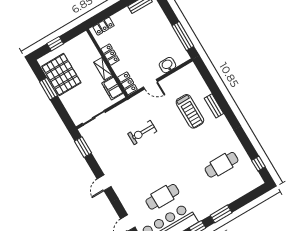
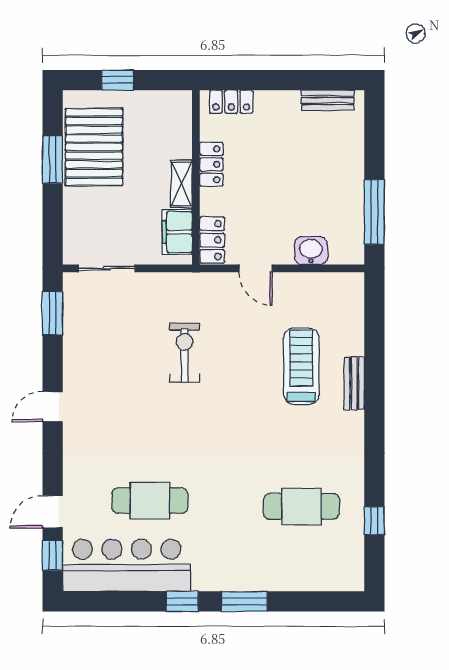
treadmill: (190, 111) -> (301, 366), turned 180
exercise bike: (142, 133) -> (184, 353), turned 90
window: (258, 164) -> (374, 521), moved

